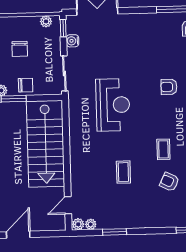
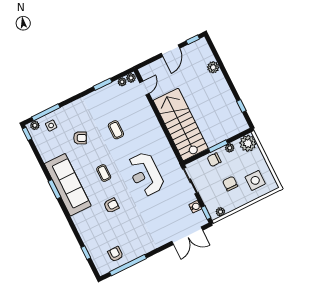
coffee table: (163, 149) -> (104, 173), moved

